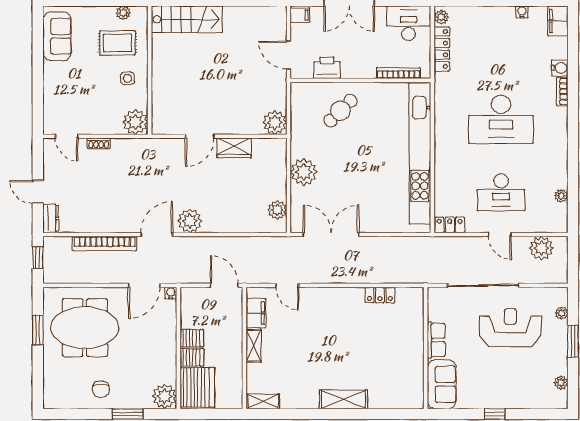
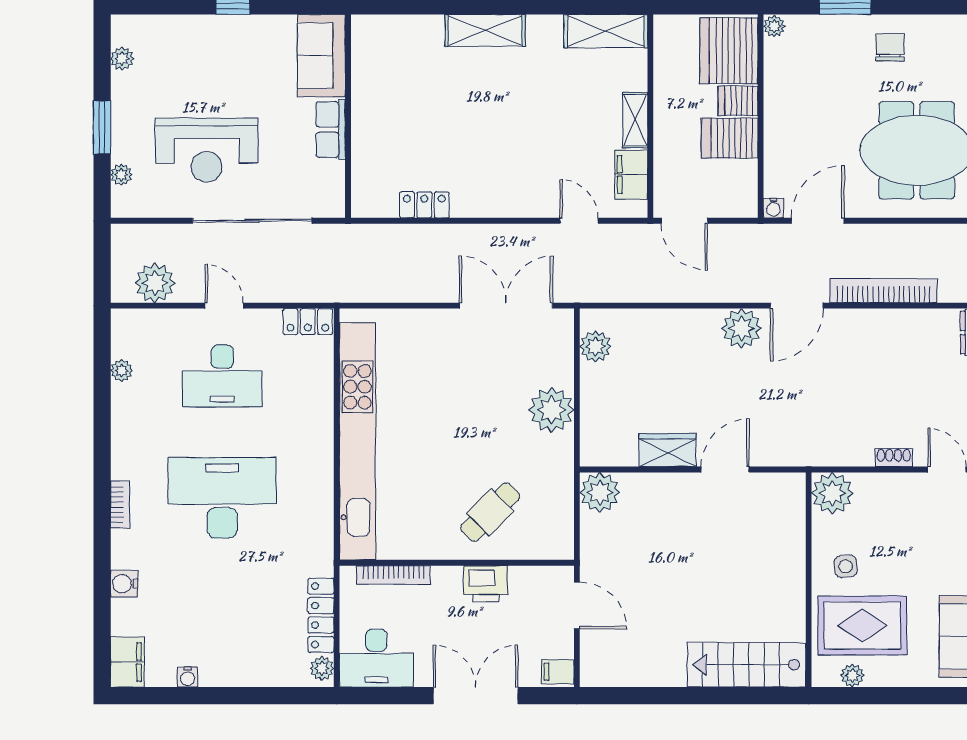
rug: (117, 43) -> (862, 626), width x1.36, depth x1.43
printer: (327, 68) -> (486, 584), moved
bookcase: (562, 92) -> (120, 504), moved
desk: (501, 192) -> (222, 376), turned 180
double door: (331, 235) -> (506, 306), swing flipped
server rack: (192, 338) -> (730, 138), width x1.36, depth x1.44
plant: (165, 396) -> (774, 26), width x0.53, depth x0.53
shelving: (263, 401) -> (606, 31), width x1.50, depth x1.33

